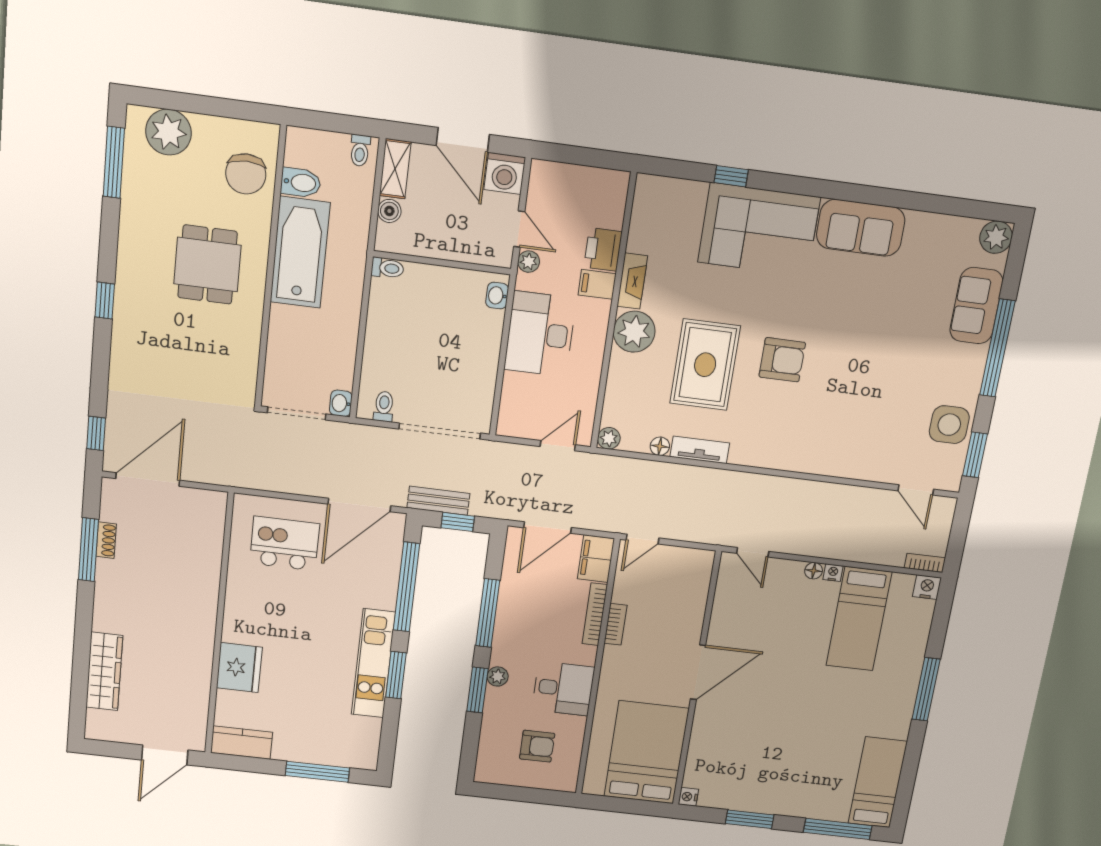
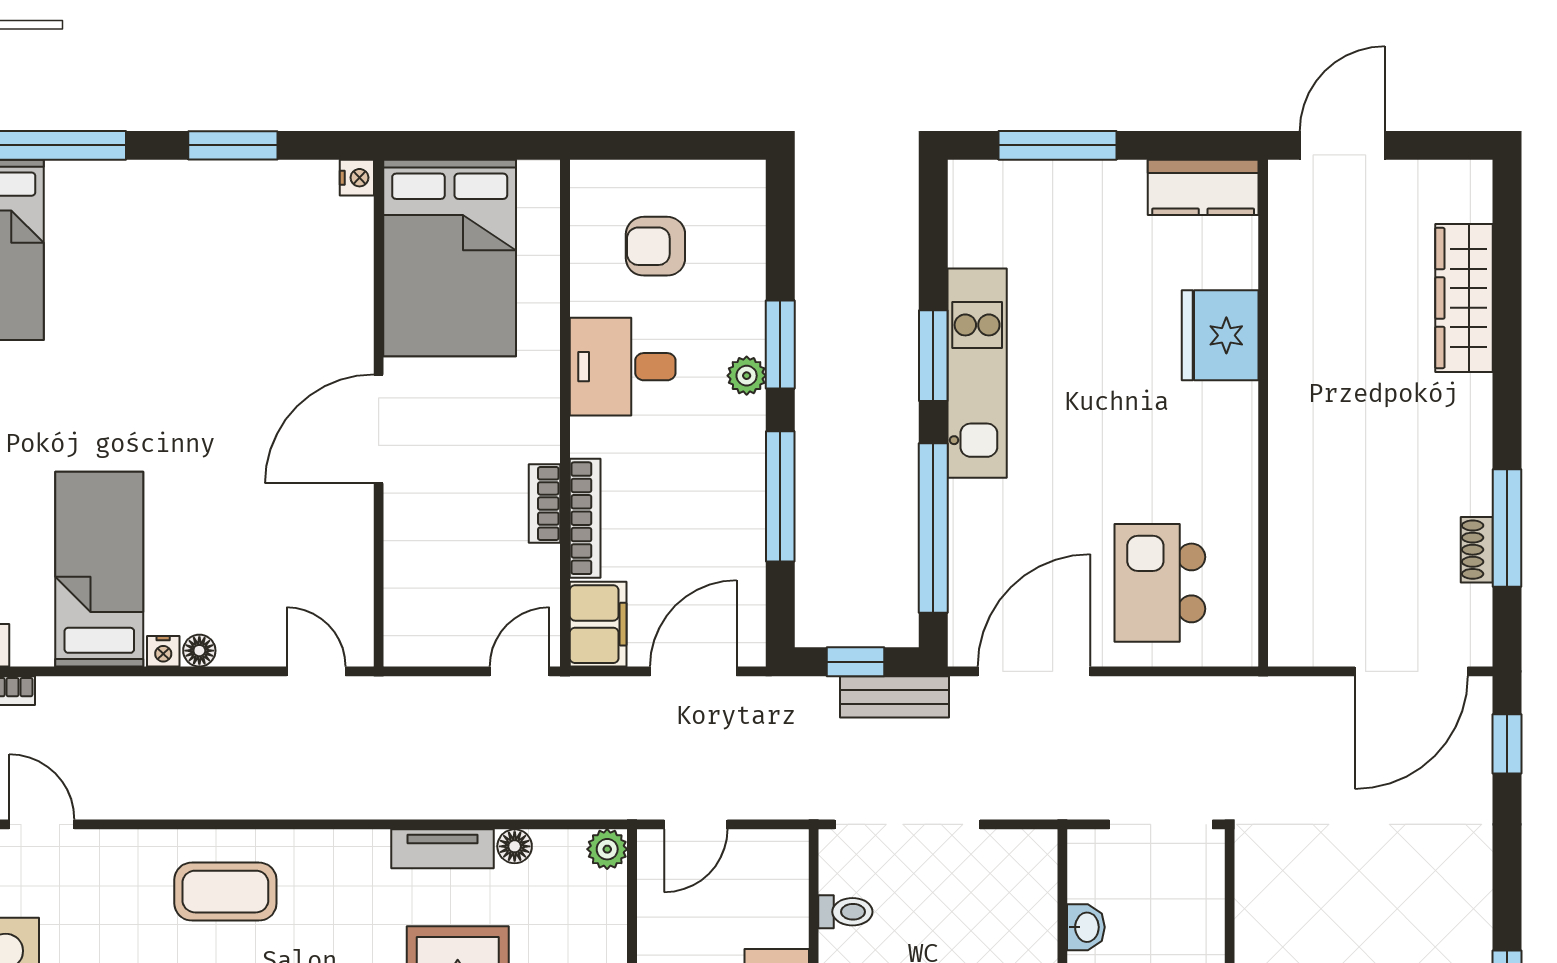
washbasin: (341, 403) -> (1086, 927), moved
toilet: (384, 406) -> (845, 912), moved, turned -90
coffee table: (823, 442) -> (225, 892), added
kitchen island: (285, 544) -> (1160, 583), turned 90

